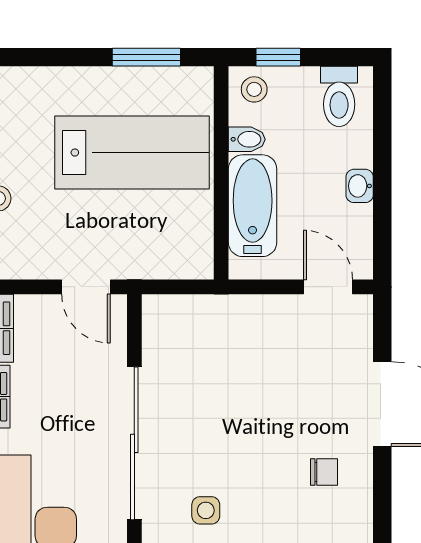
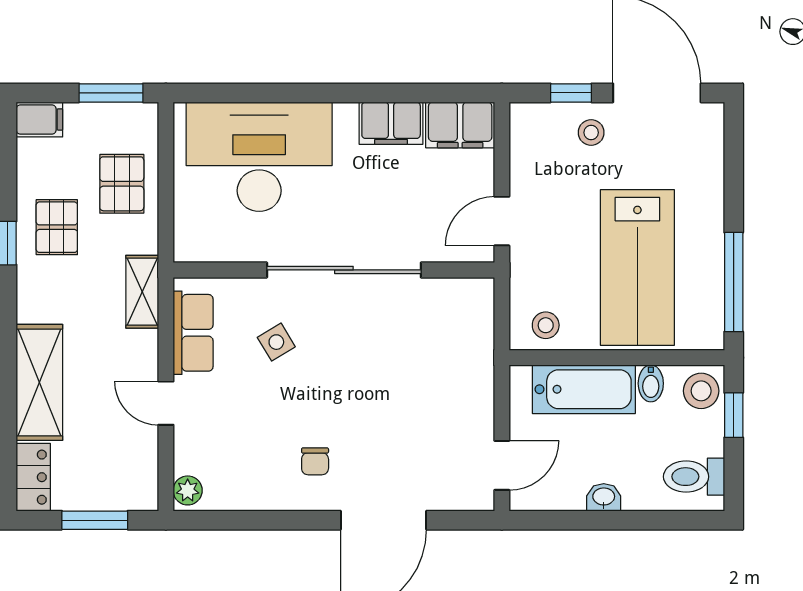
window: (146, 57) -> (734, 282), width x1.44
stool: (254, 89) -> (701, 391), width x1.37, depth x1.37
stool: (189, 243) -> (546, 325), added
side table: (206, 510) -> (276, 342), turned -31

